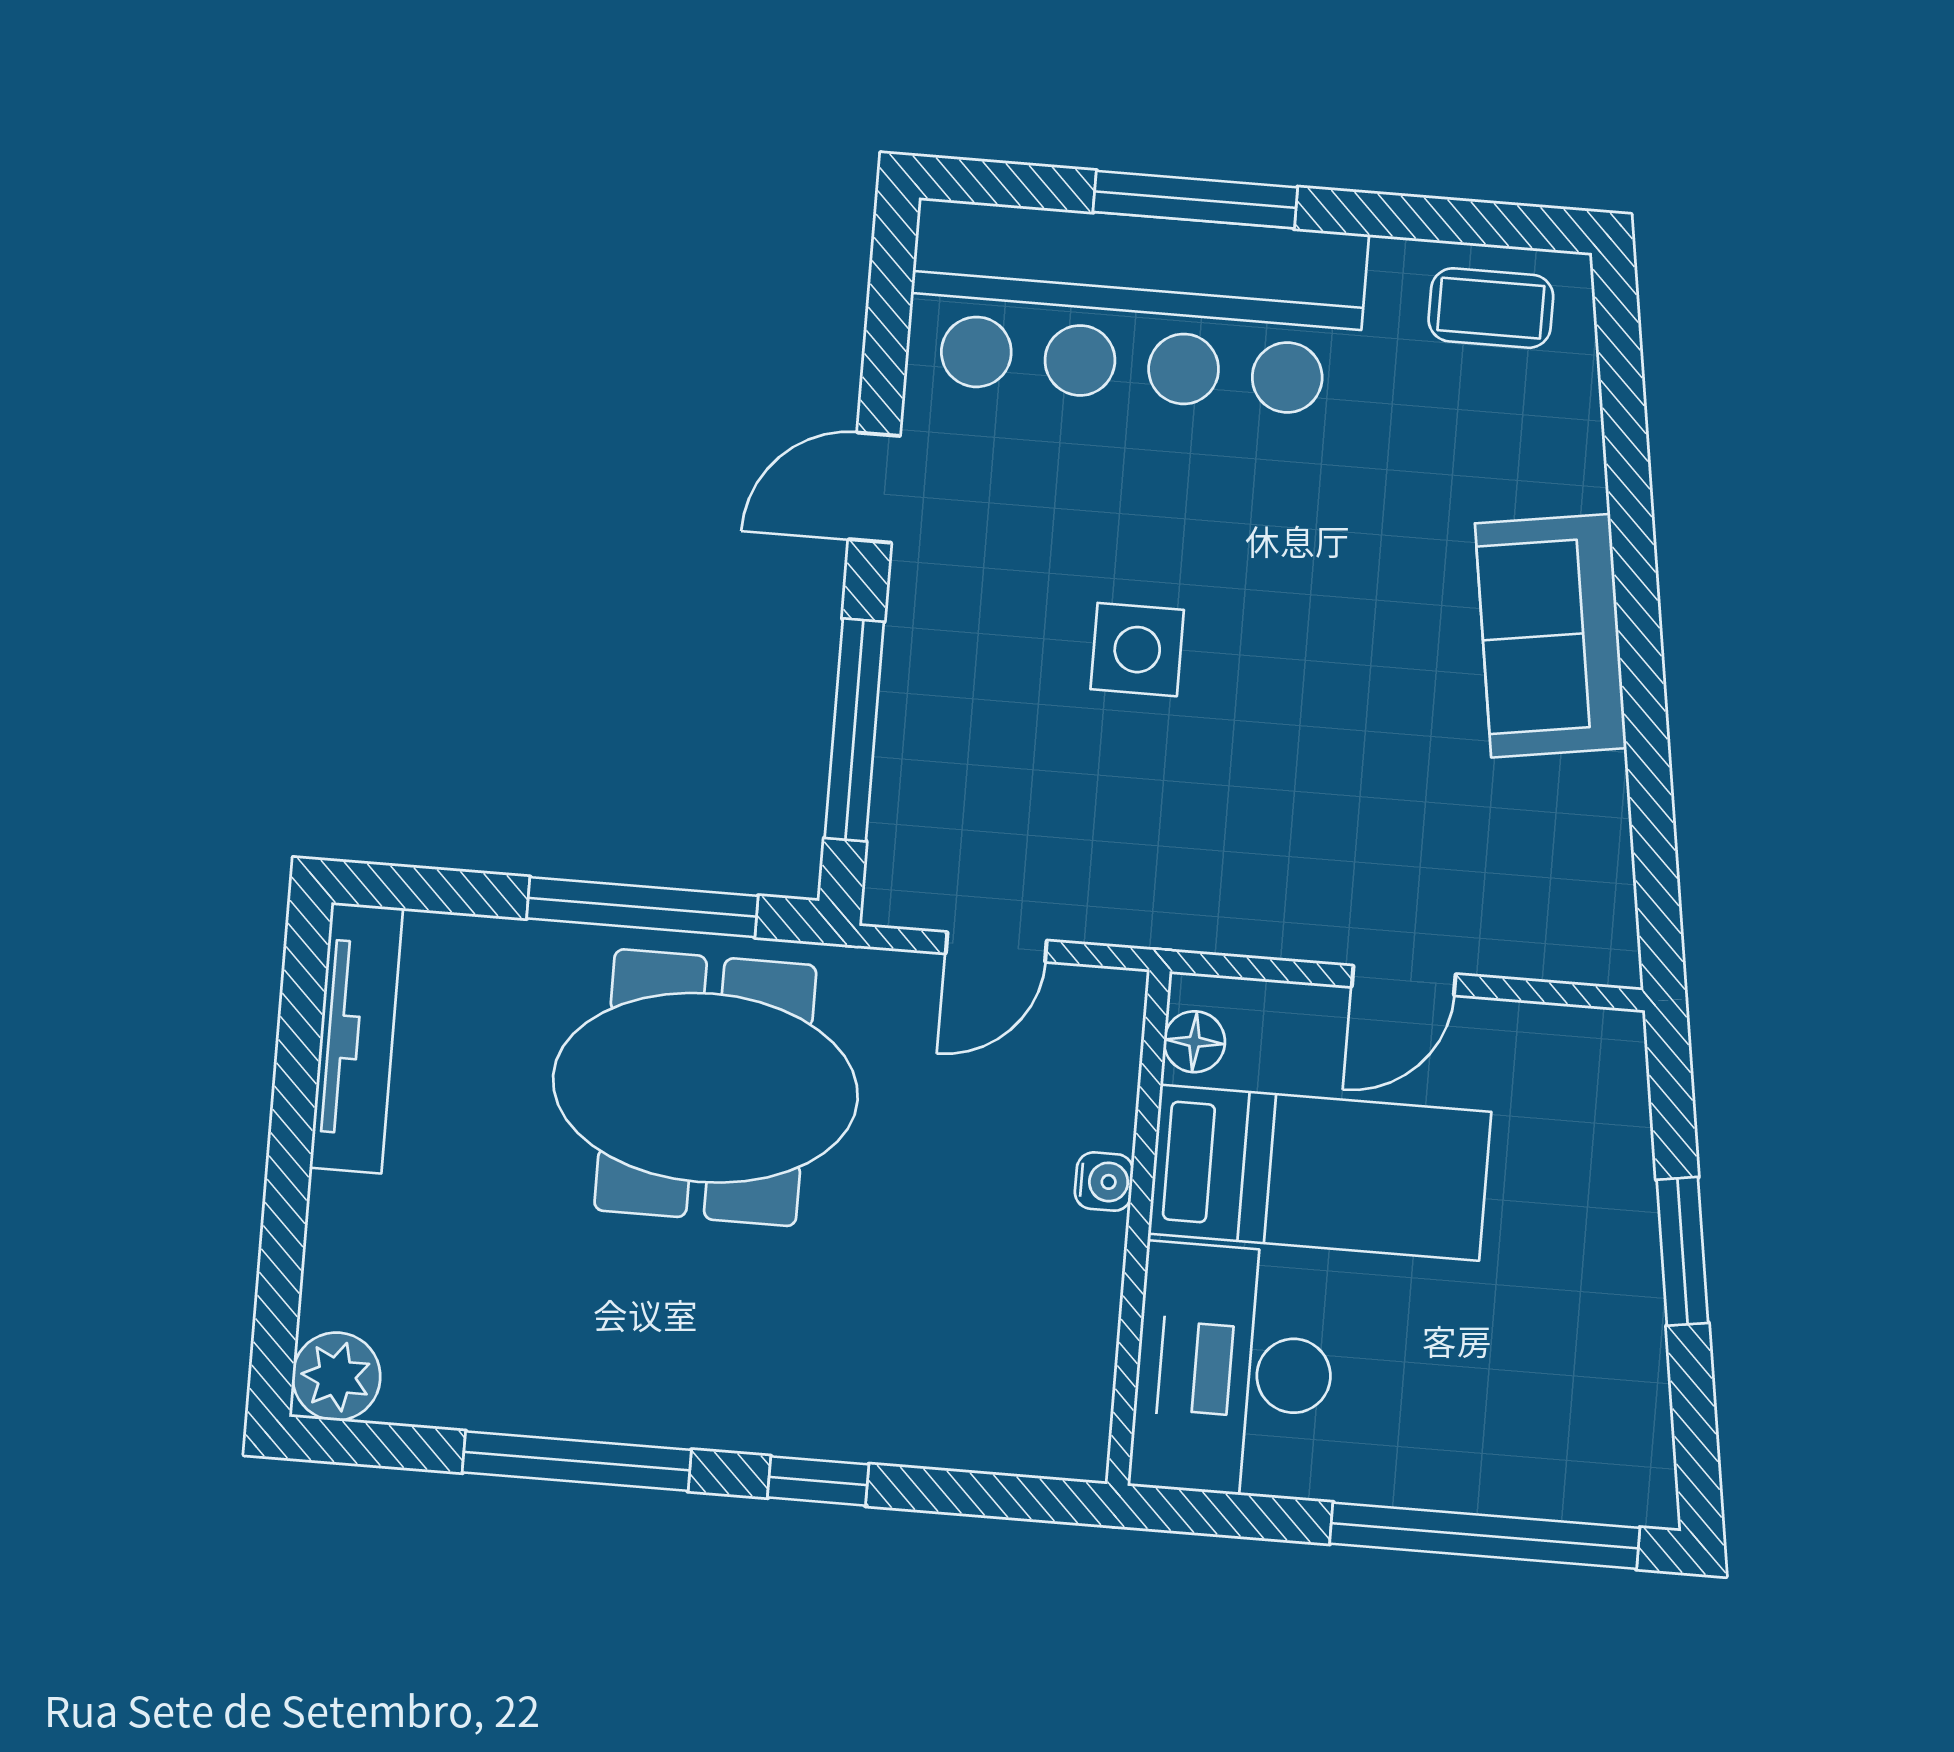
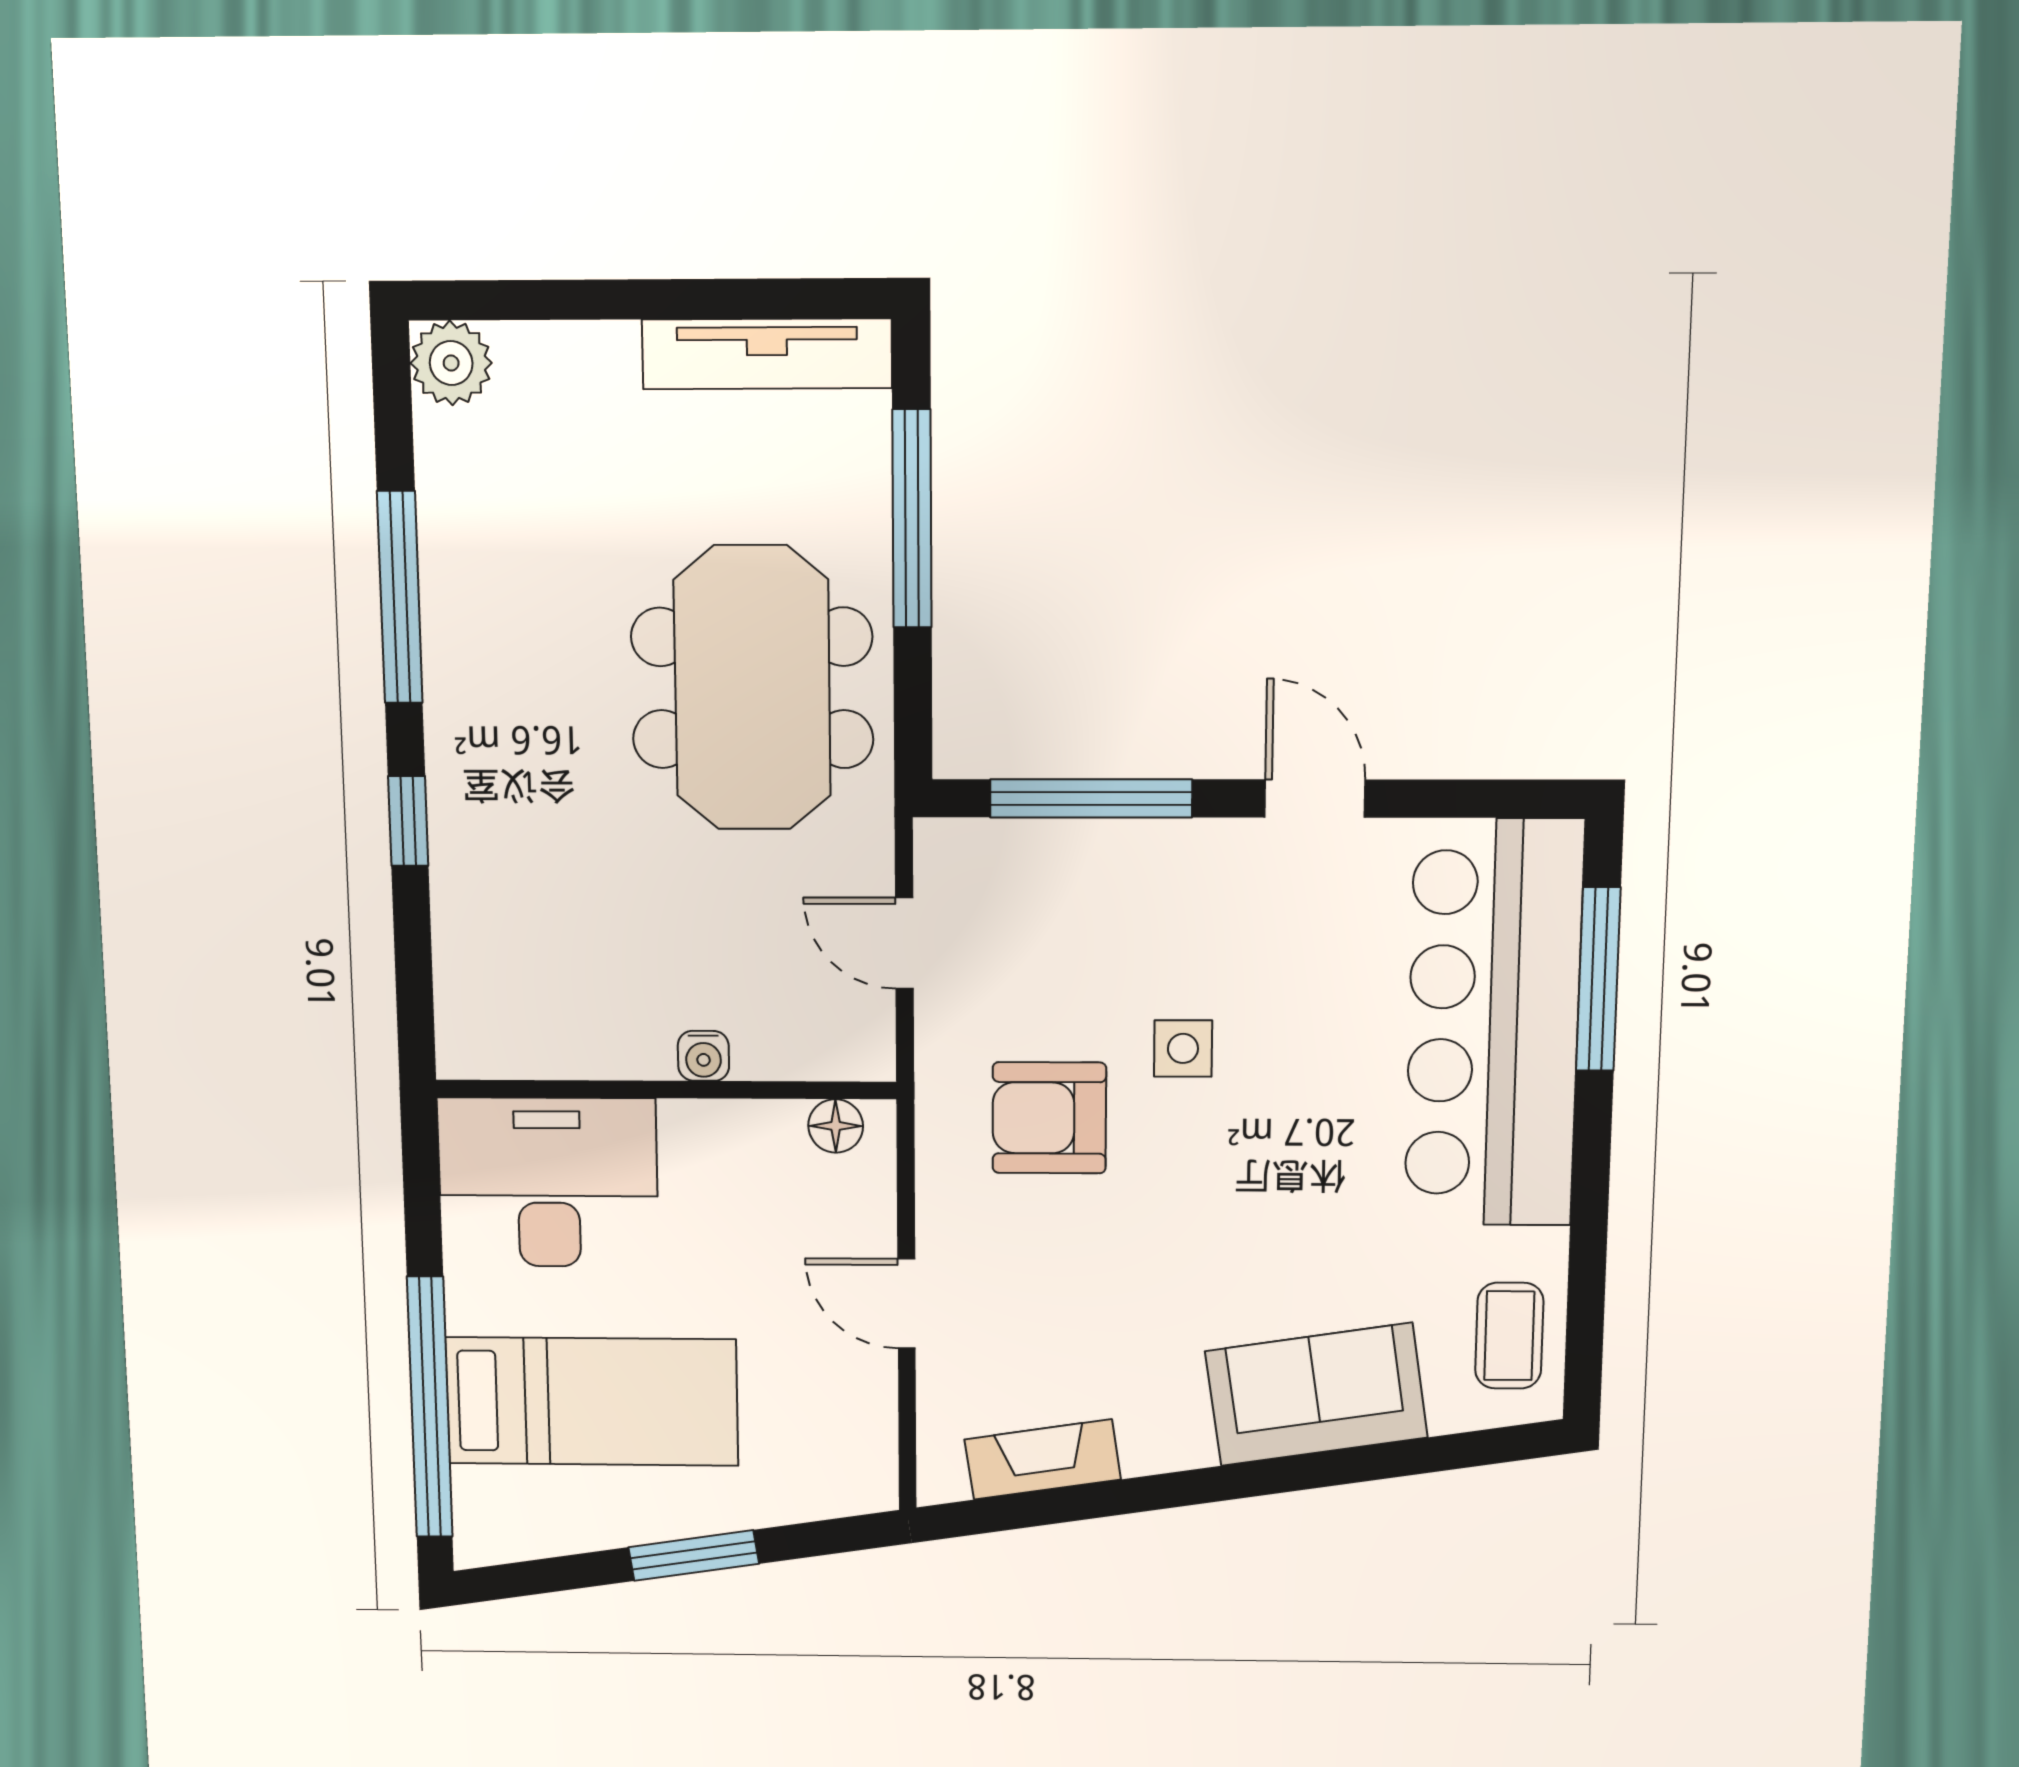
window: (1195, 200) -> (1598, 979), moved
sofa: (1551, 636) -> (1316, 1394), moved
side table: (1137, 650) -> (1183, 1048), width x0.73, depth x0.73
armchair: (1204, 803) -> (1049, 1118), added
fireplace: (1597, 842) -> (1043, 1459), added
window: (642, 907) -> (912, 519), moved
bed: (1320, 1173) -> (592, 1402), moved, turned -90

